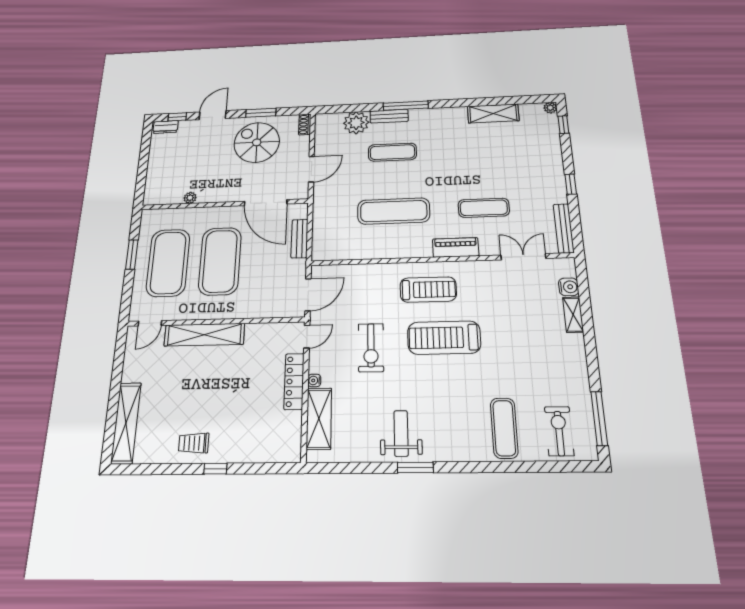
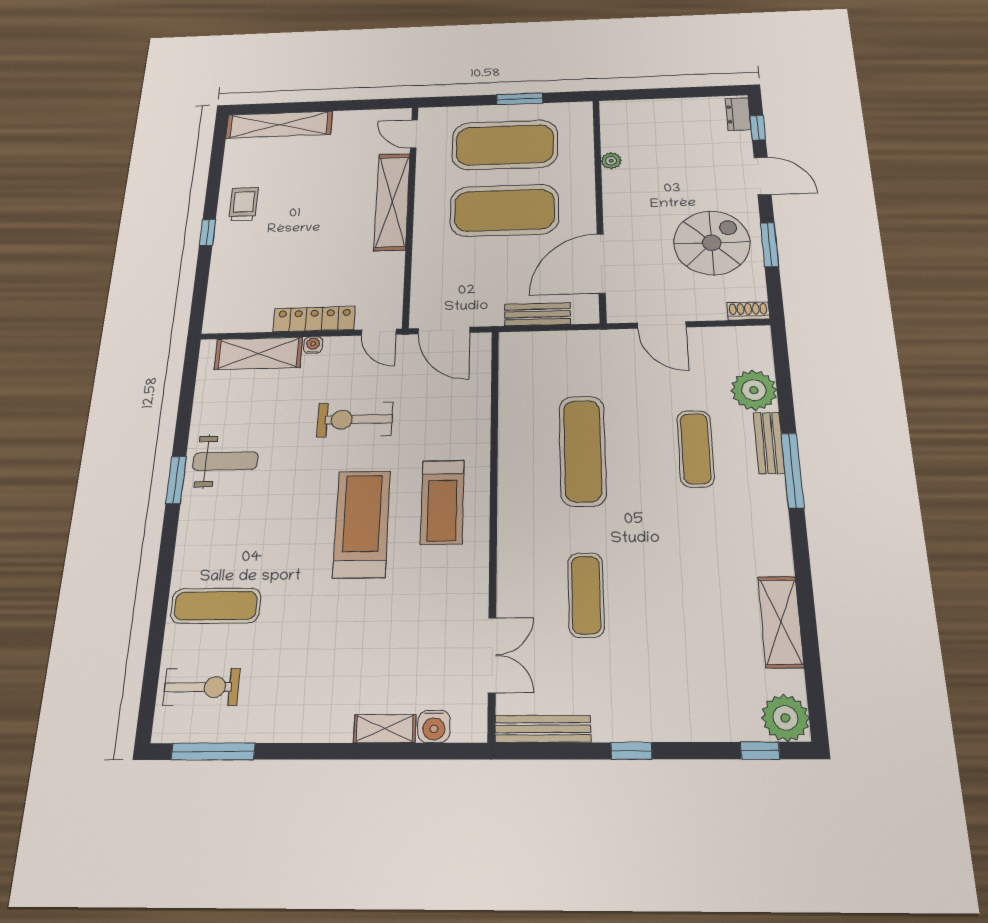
plant: (550, 108) -> (785, 718), width x1.88, depth x1.88
piano: (456, 247) -> (514, 546), removed

